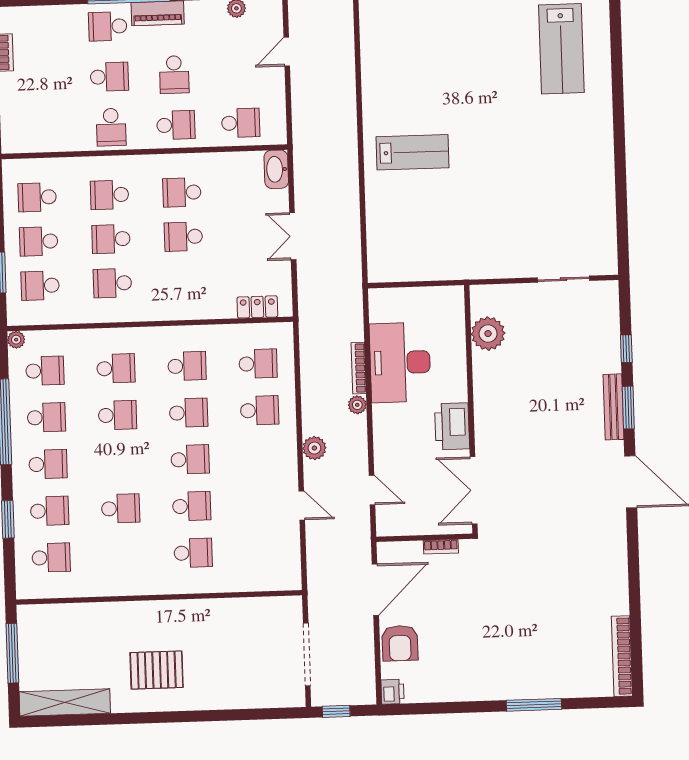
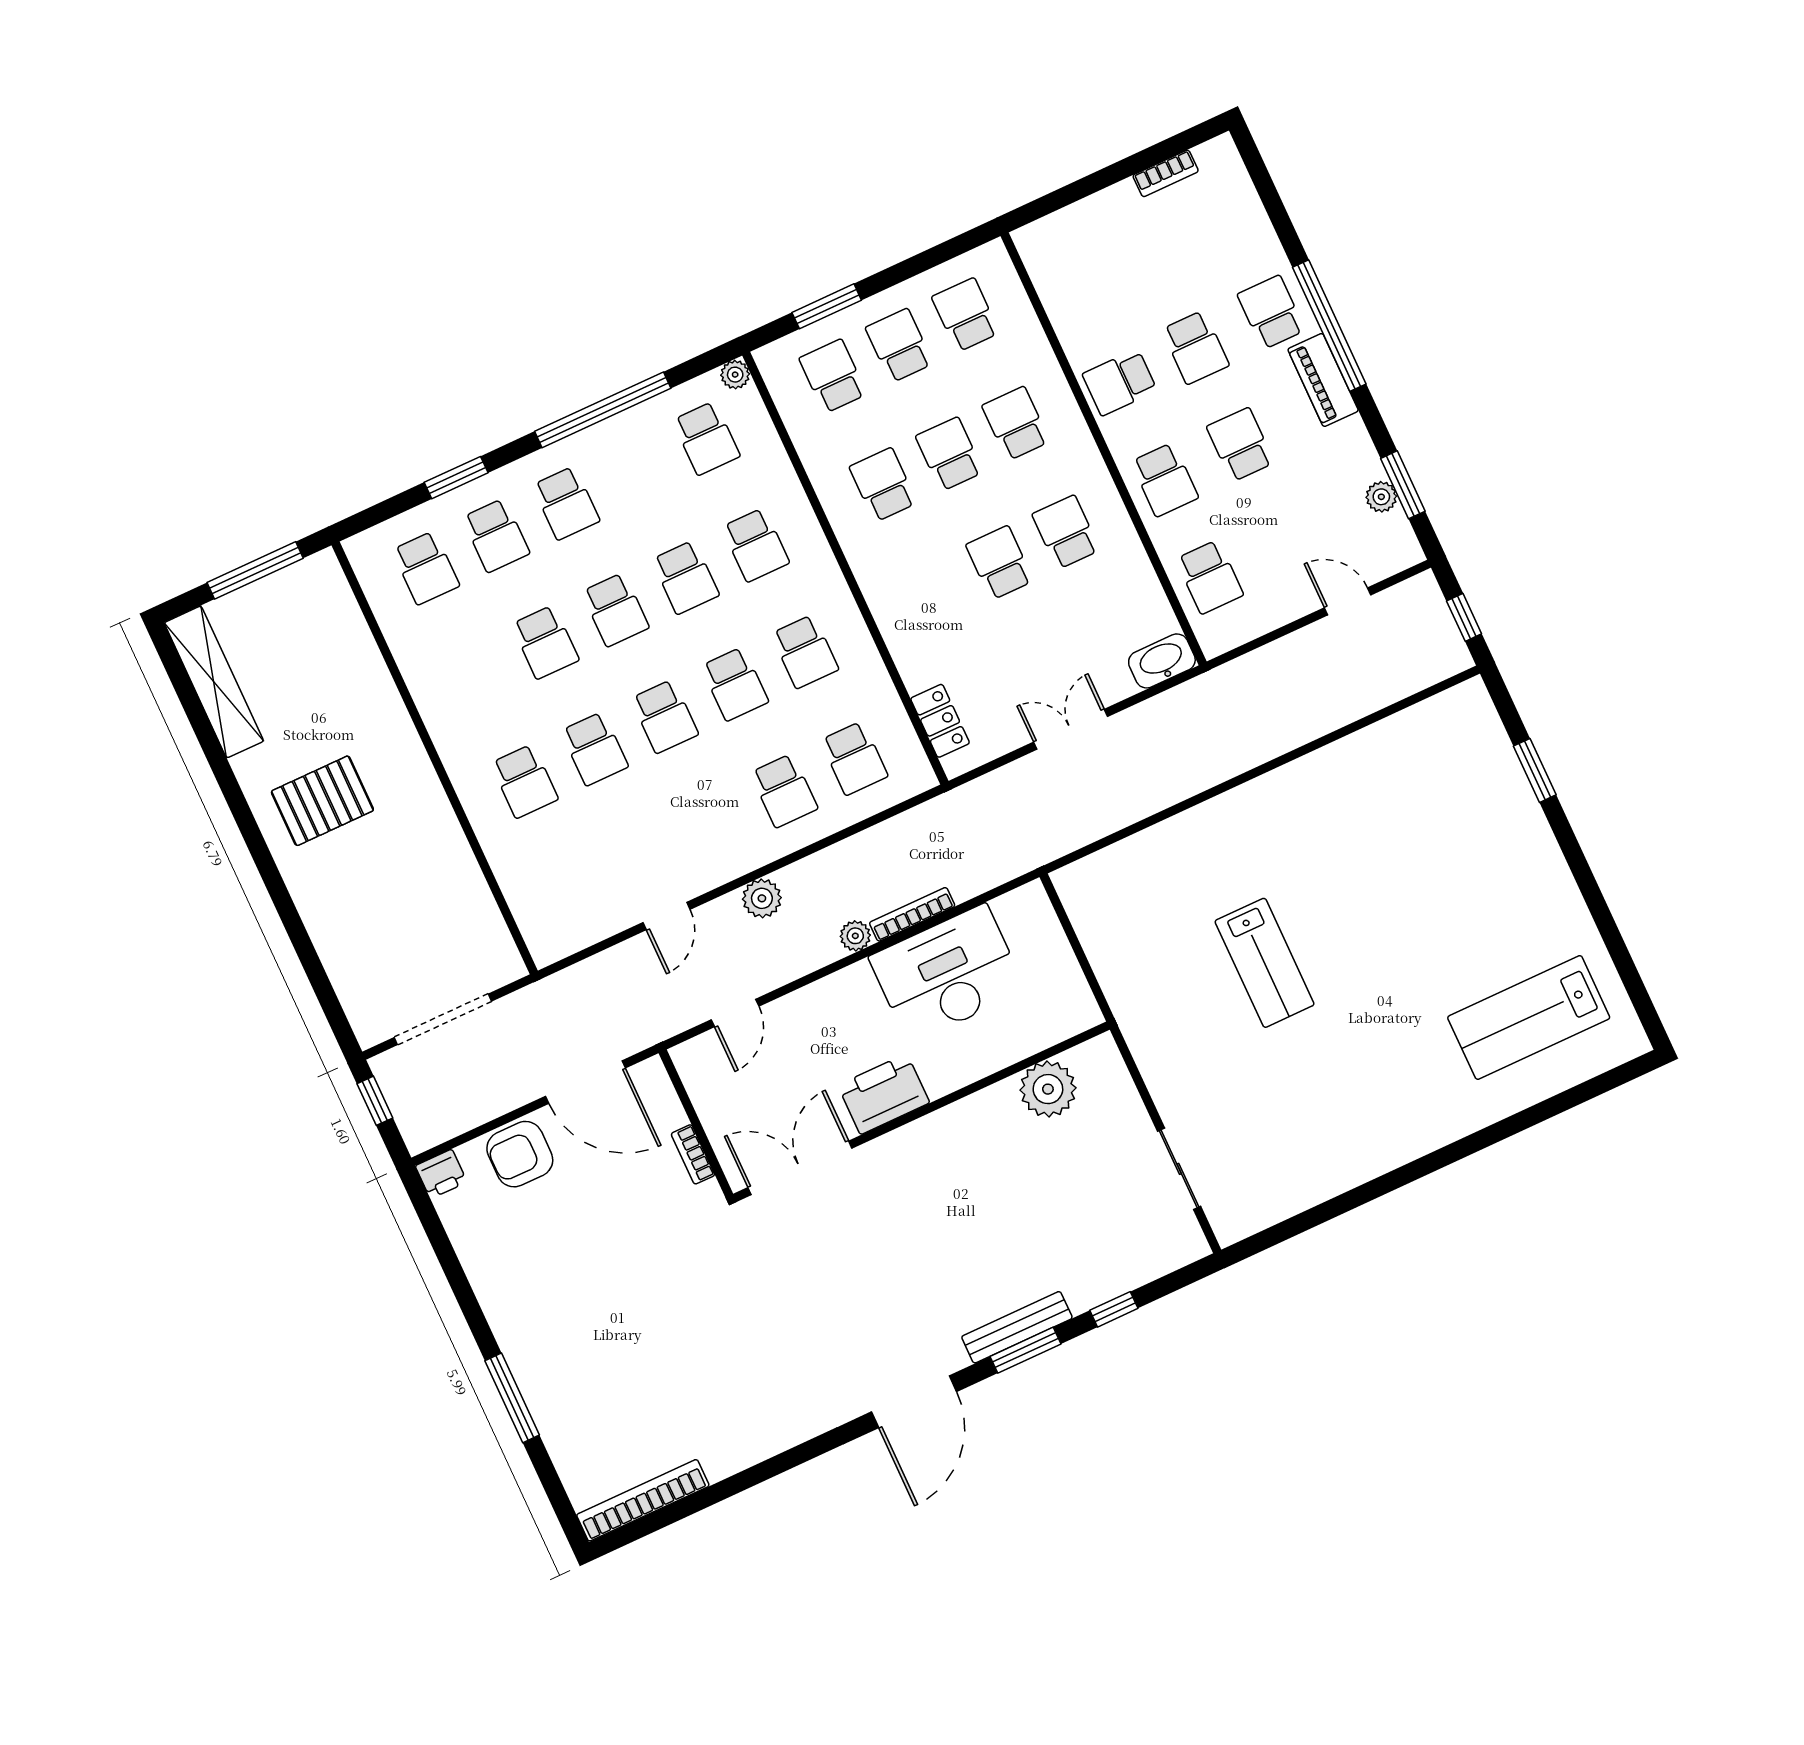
school desk: (174, 75) -> (1240, 445), turned 90
lab bench: (413, 152) -> (1265, 963), moved
school desk: (46, 417) -> (615, 610), moved
pallet: (157, 670) -> (322, 801), turned 90

